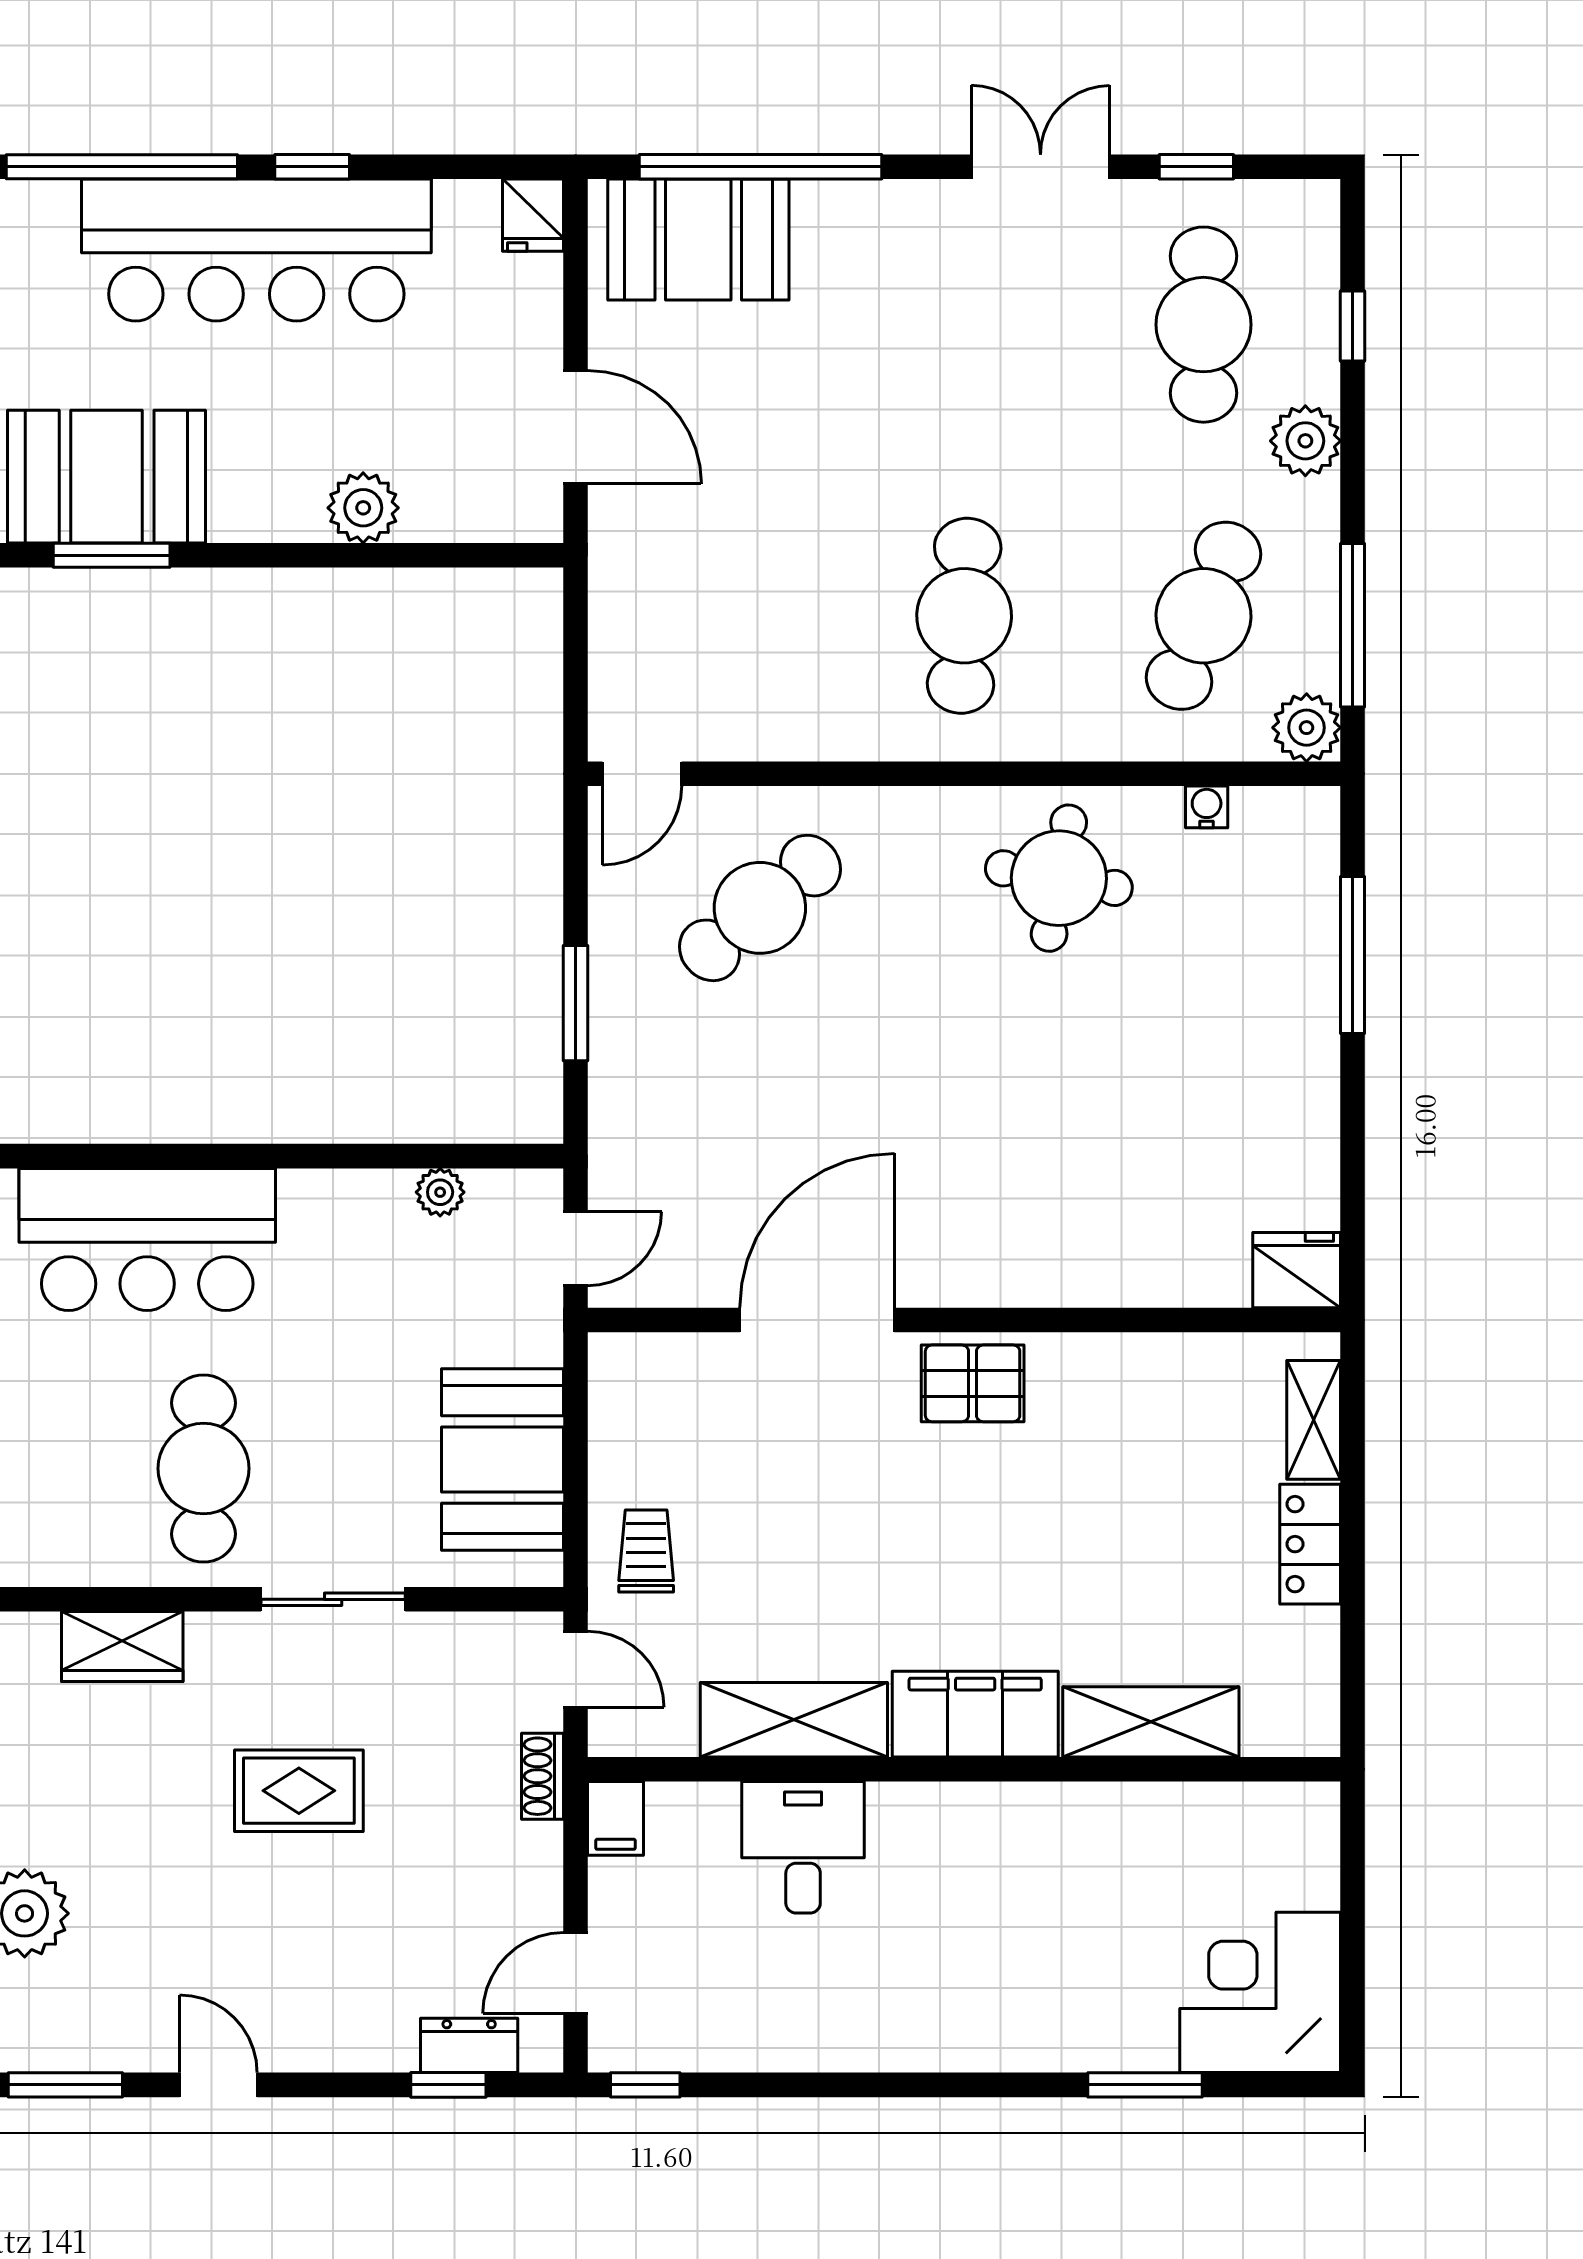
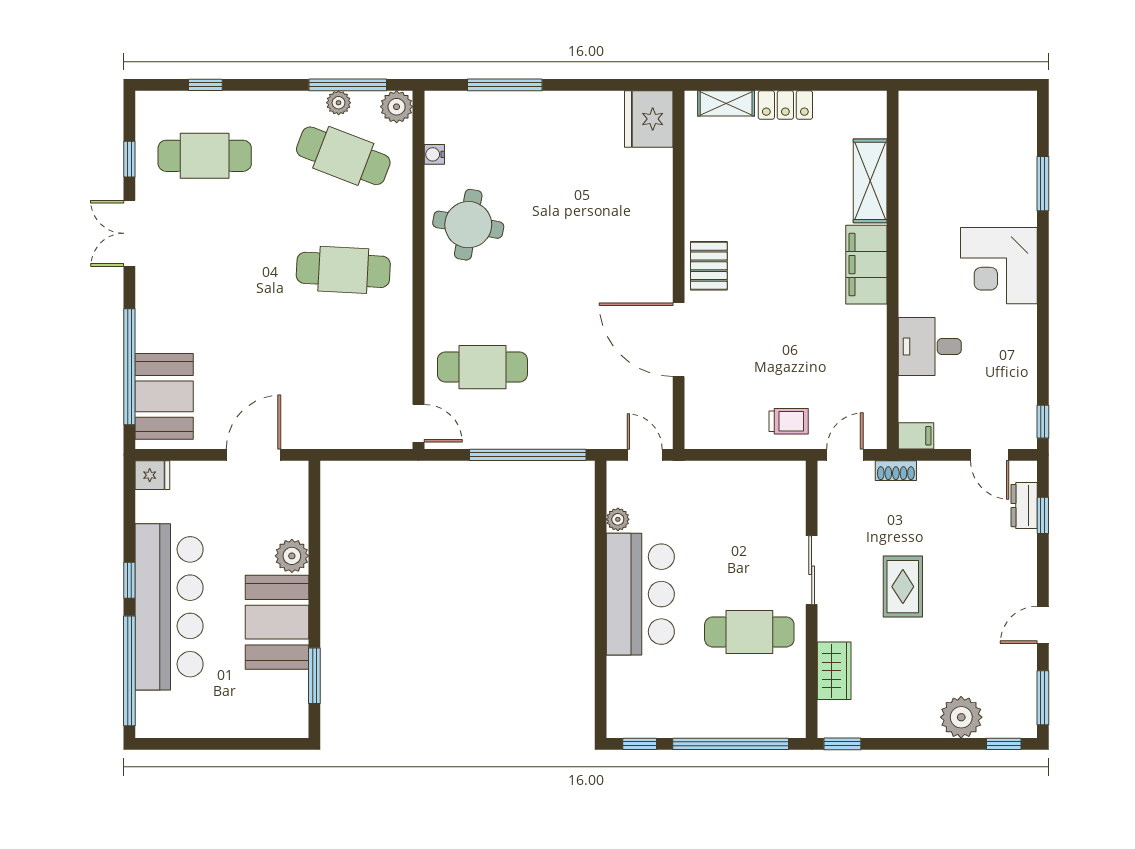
plant: (1305, 441) -> (339, 103), moved, width x0.73, depth x0.73
booth: (107, 477) -> (277, 622), moved
cafe table: (760, 908) -> (482, 367), turned -50
window: (576, 1003) -> (528, 455), width x2.11
bar counter: (147, 1239) -> (640, 594), moved
fridge: (1297, 1270) -> (649, 119), width x1.36, depth x1.34
booth: (503, 1459) -> (745, 490), removed
trolley: (646, 1551) -> (789, 421), turned 180
shelving: (794, 1720) -> (869, 351), removed
corner desk: (1260, 1992) -> (999, 266), moved

